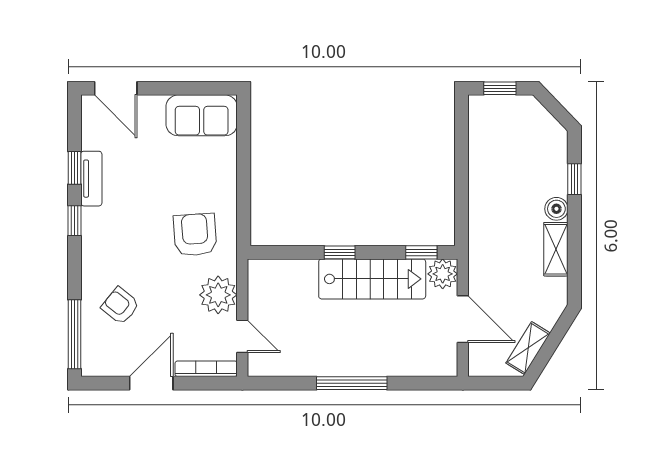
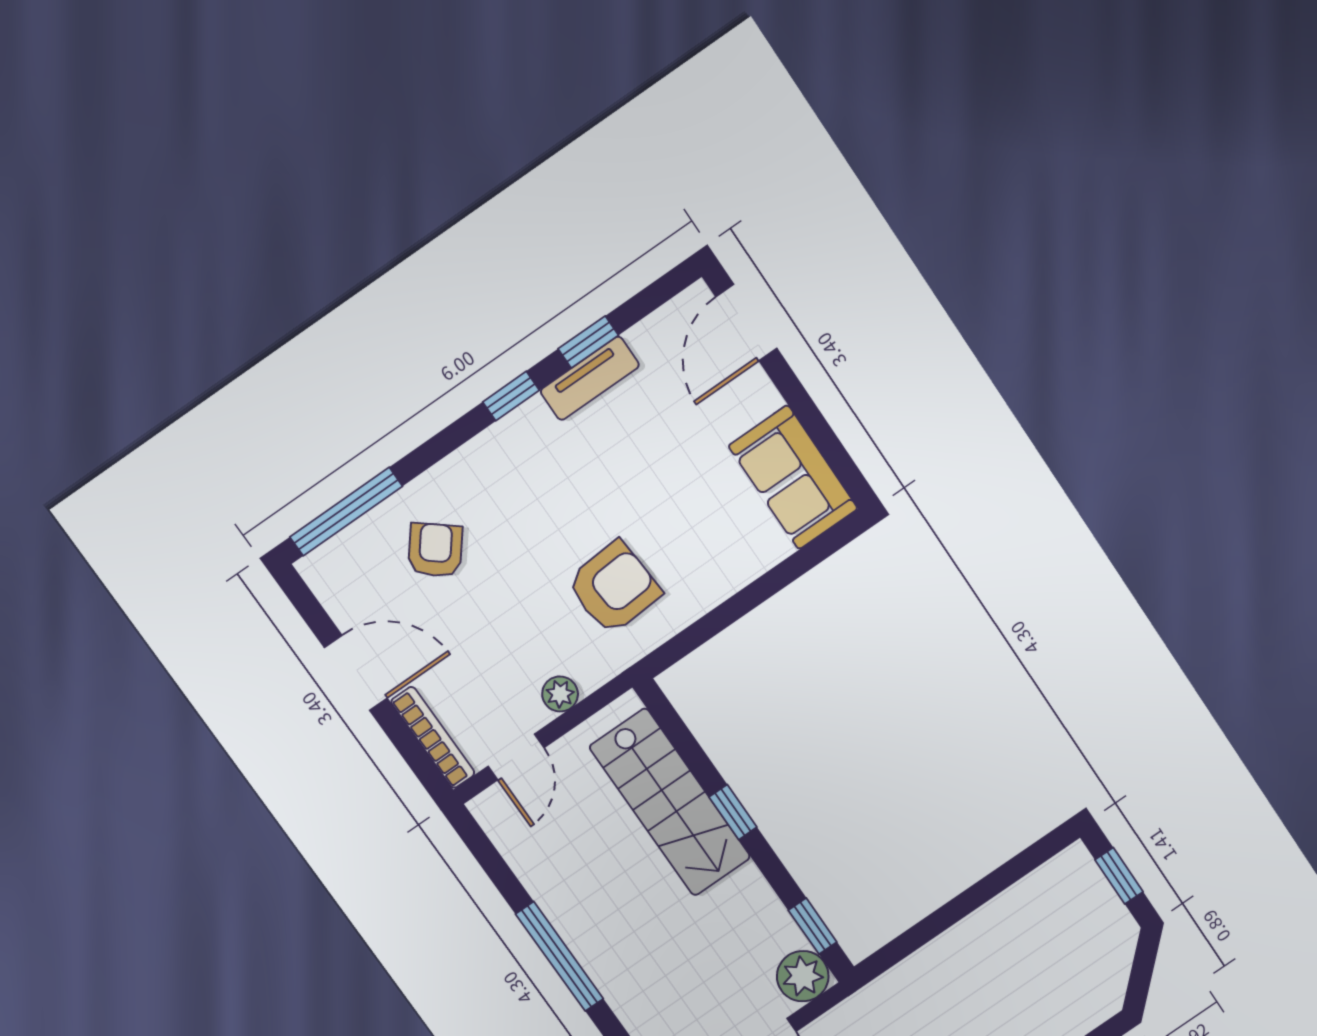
stairs: (372, 279) -> (670, 802), moved
plant: (218, 295) -> (560, 694), width x0.53, depth x0.53

